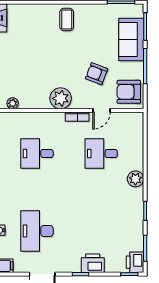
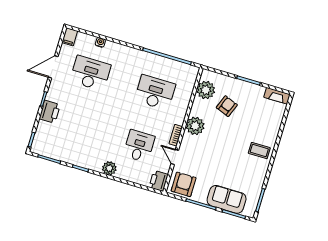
armchair: (97, 74) -> (227, 106), moved
plant: (13, 103) -> (206, 90), width x1.87, depth x1.87
desk: (37, 154) -> (155, 92), width x1.37
printer: (135, 262) -> (159, 181), moved, turned -90

